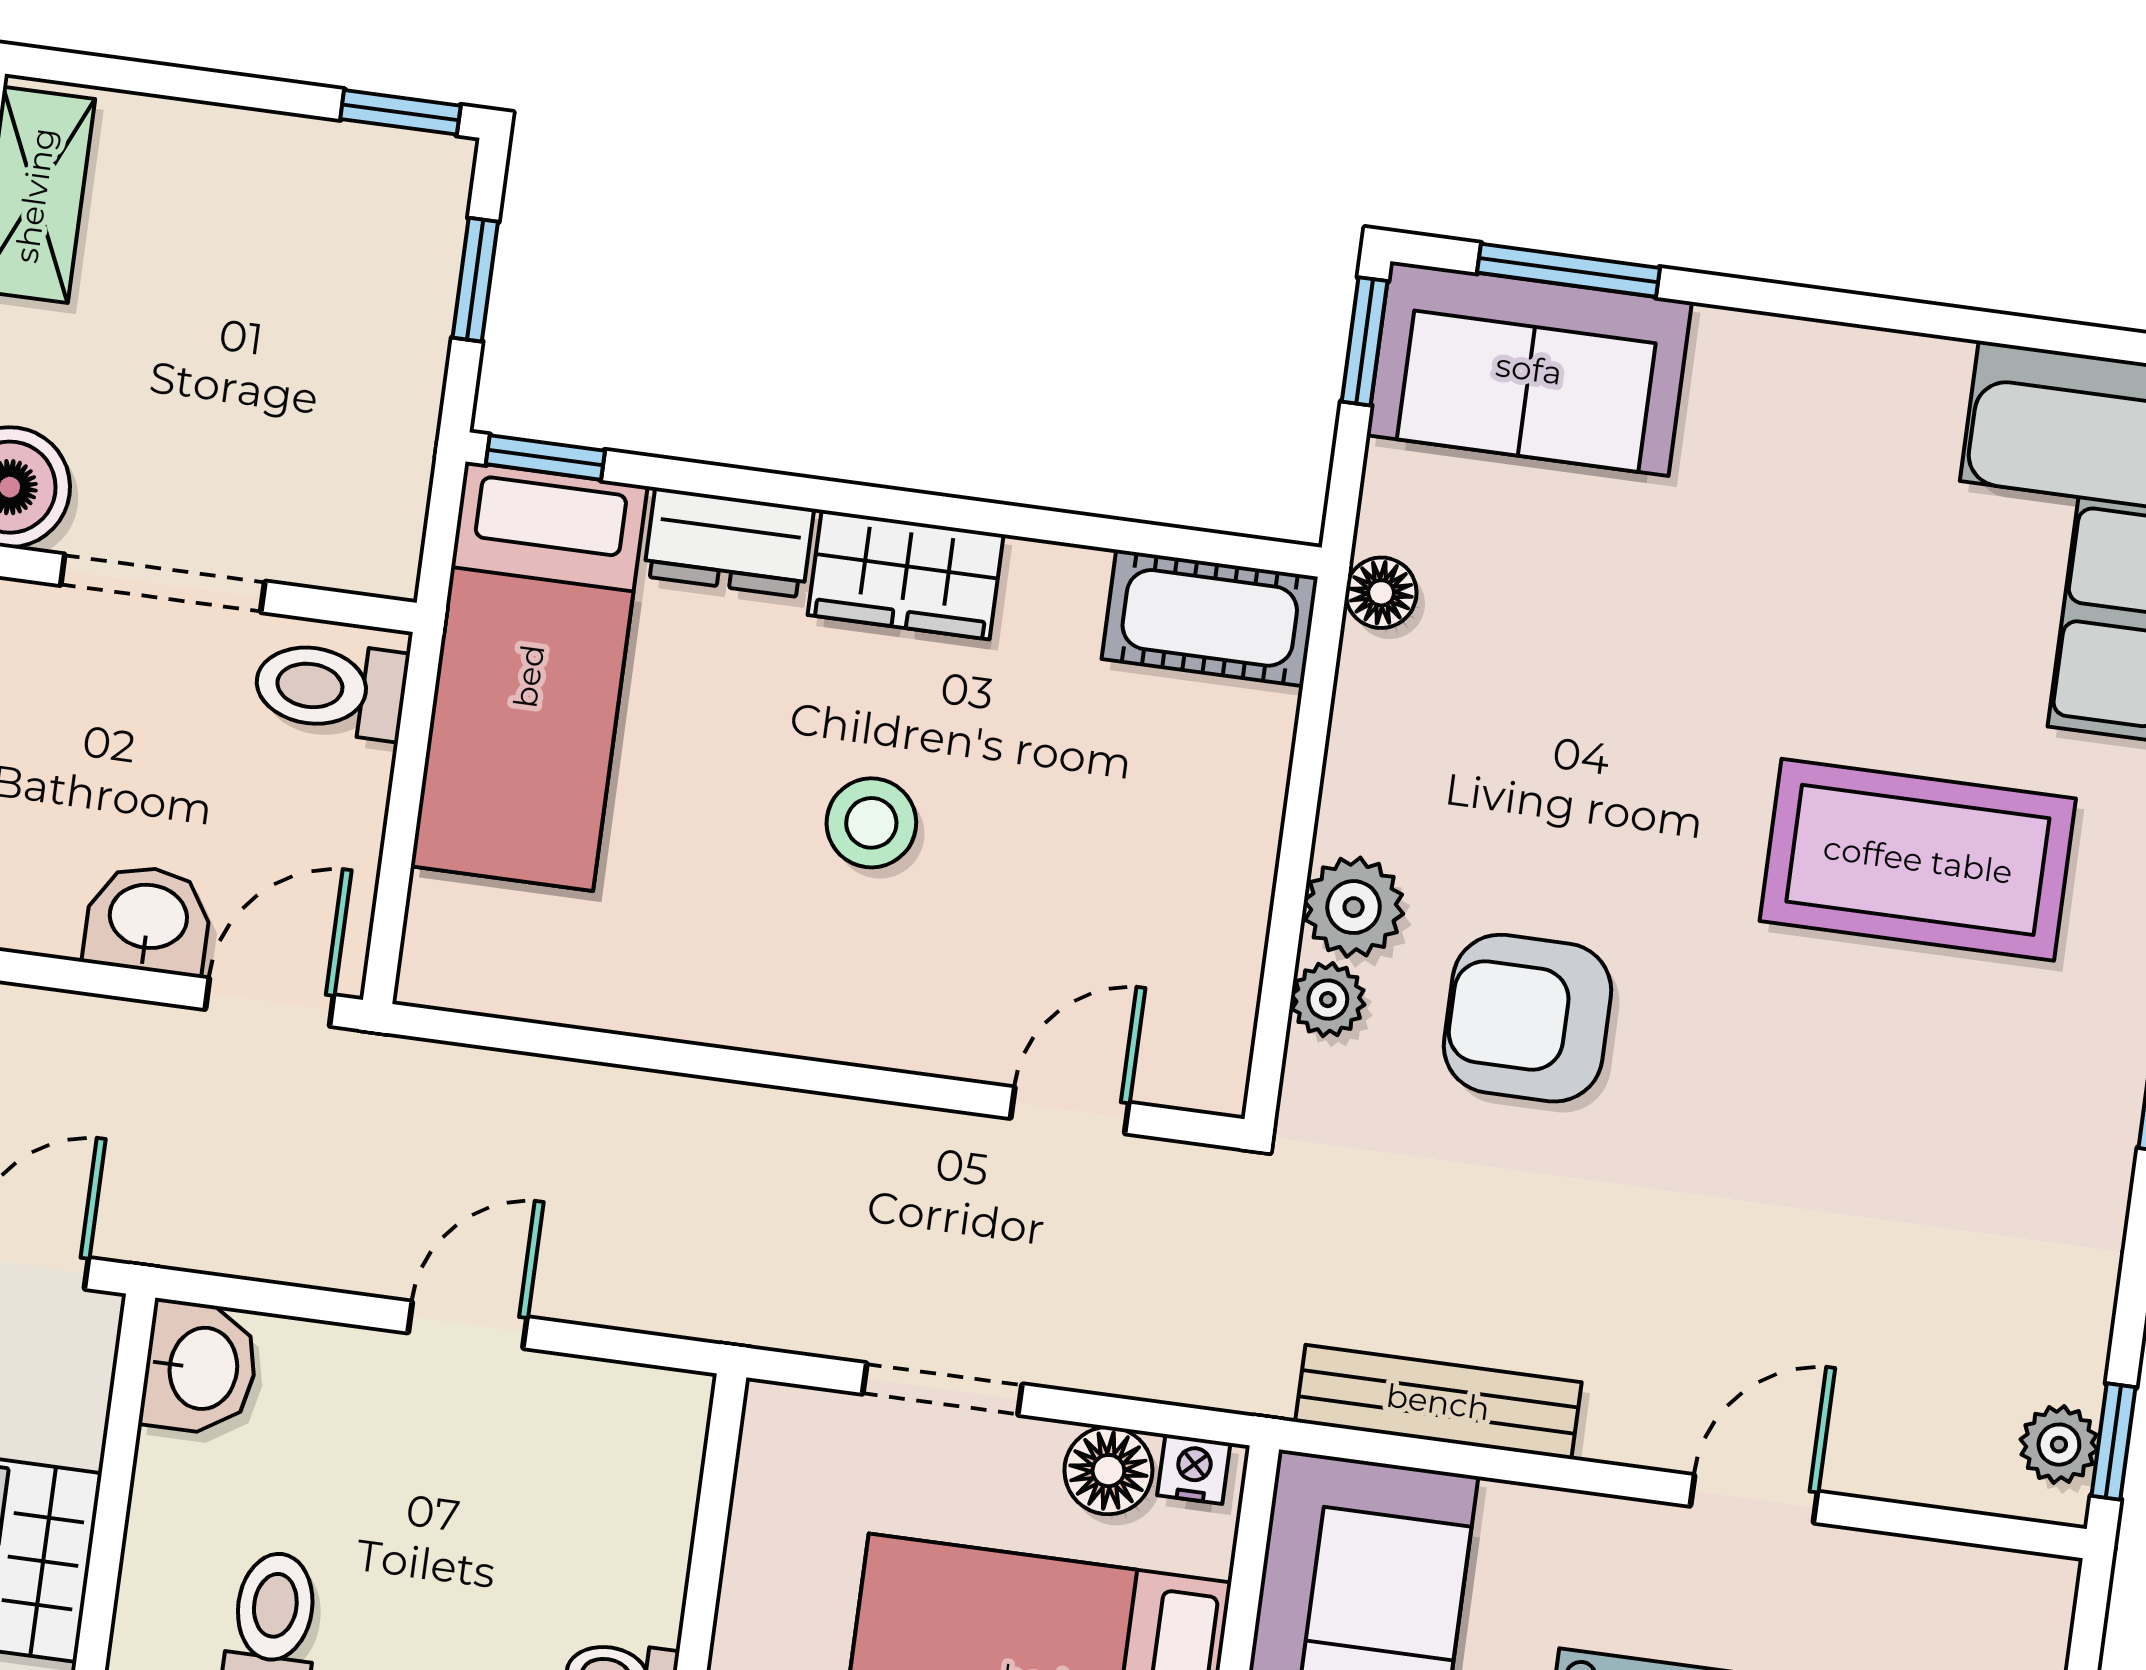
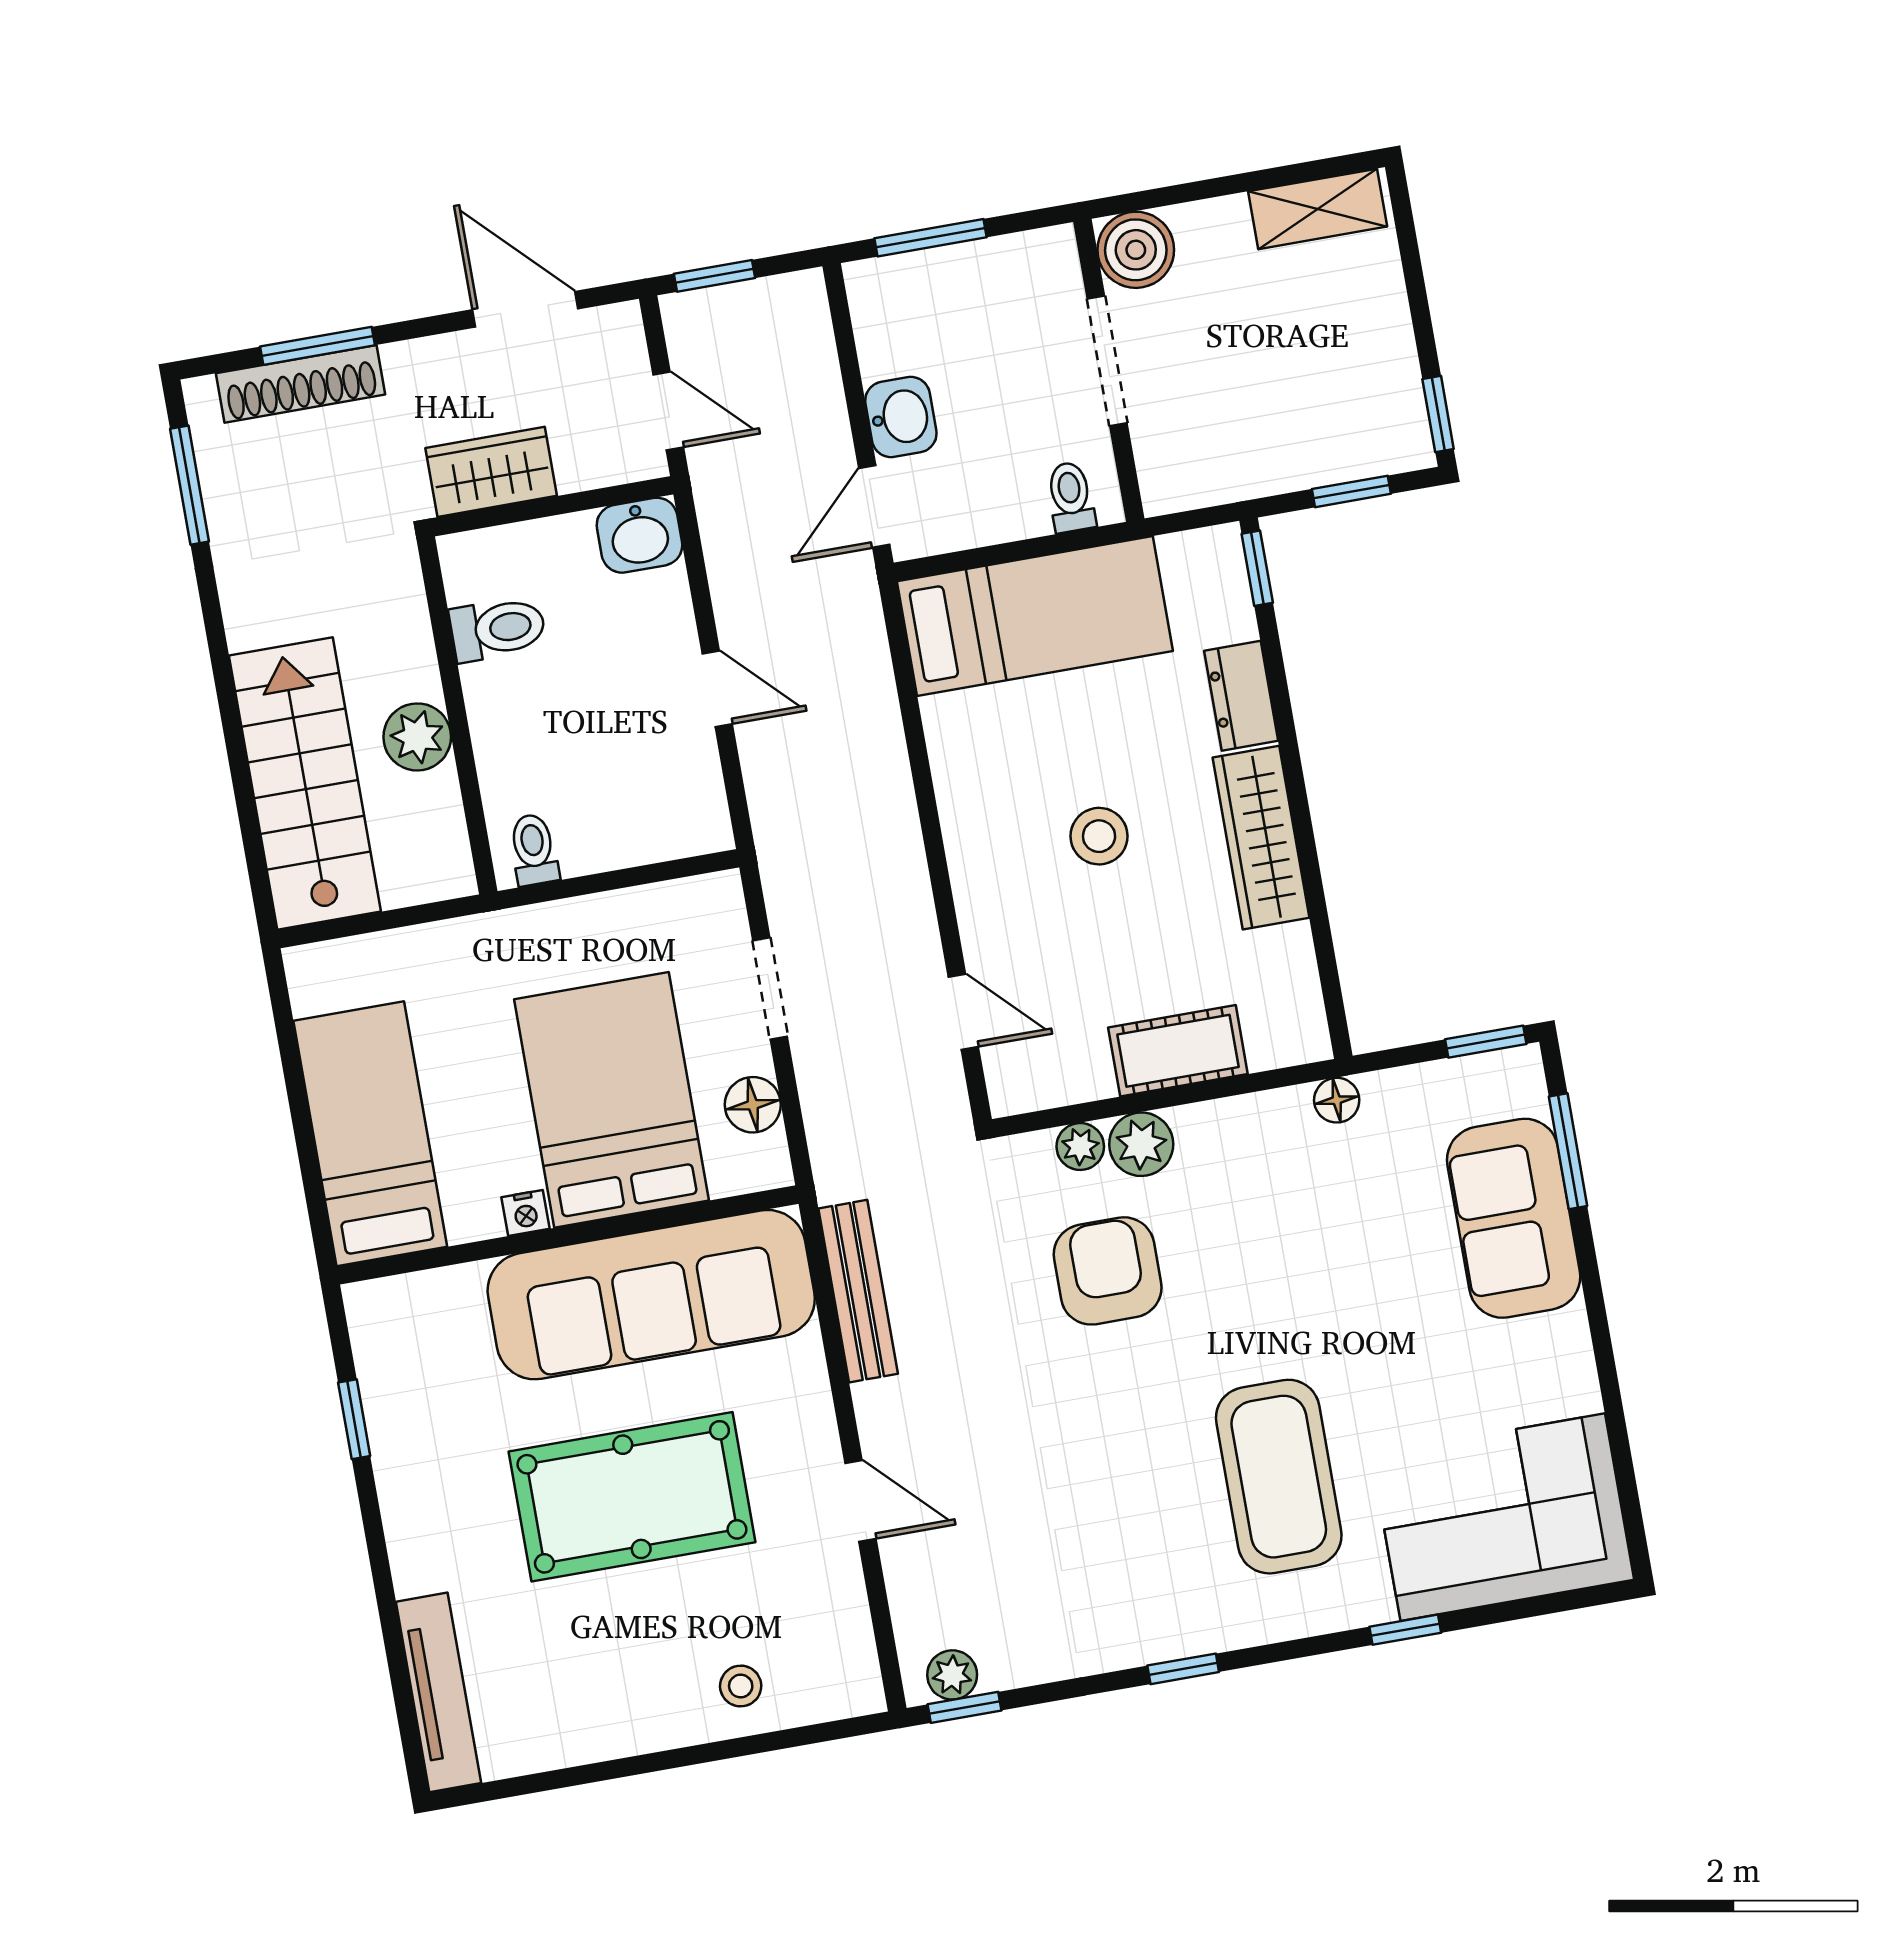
sofa: (1529, 369) -> (1514, 1218), moved
wardrobe: (906, 575) -> (1261, 838), width x1.50
cot: (1210, 618) -> (1178, 1051), moved, turned 90
bed: (529, 676) -> (1035, 616), moved, turned 180
toilet: (330, 688) -> (1071, 497), width x0.73, depth x0.72
door: (270, 1002) -> (874, 507), swing flipped
nightstand: (1194, 1469) -> (770, 1156), removed

